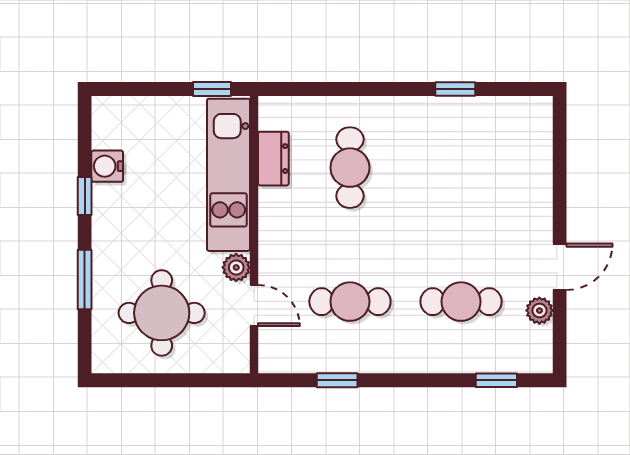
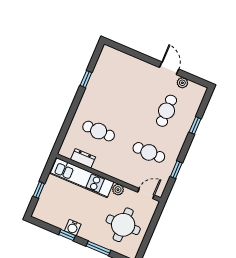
window: (212, 89) -> (39, 190), moved
water cooler: (107, 166) -> (73, 228), moved
cafe table: (350, 302) -> (149, 152), turned 90
door: (254, 305) -> (146, 194), moved
window: (496, 380) -> (195, 125), moved

